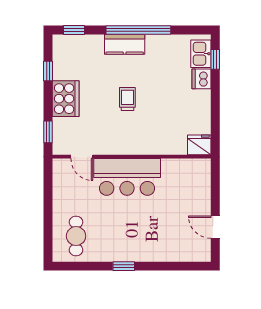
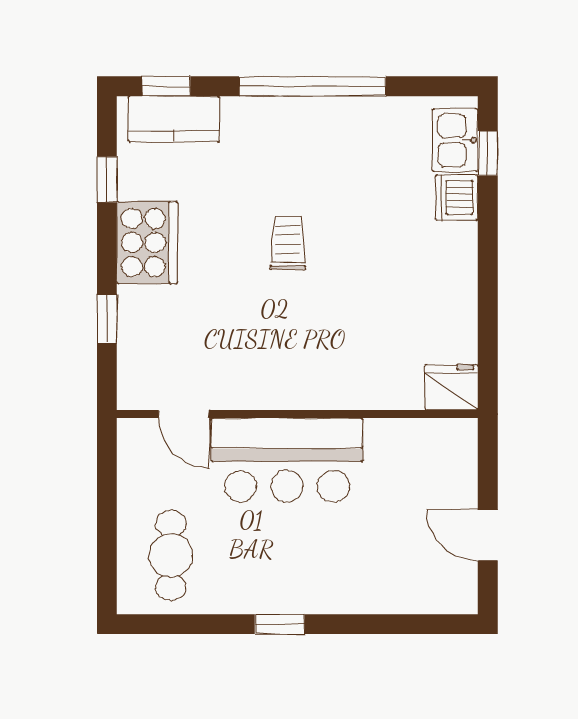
kitchen counter: (125, 44) -> (174, 119), moved
fridge: (199, 145) -> (451, 387), moved
door: (82, 157) -> (184, 414), moved
wall: (132, 157) -> (297, 414), moved
bar counter: (127, 177) -> (287, 460), moved

